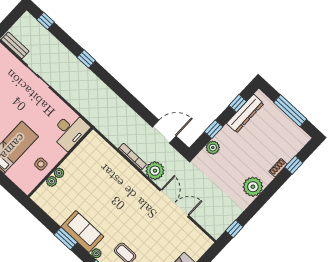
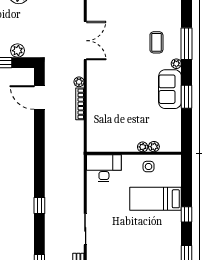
plant: (155, 171) -> (79, 82), width x0.53, depth x0.53
double door: (174, 203) -> (85, 41), swing flipped

